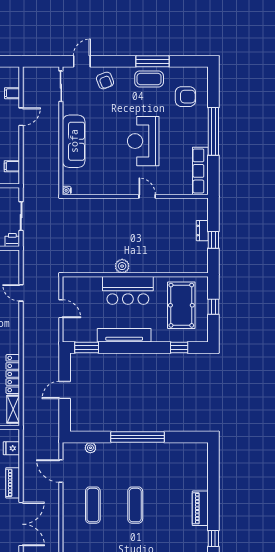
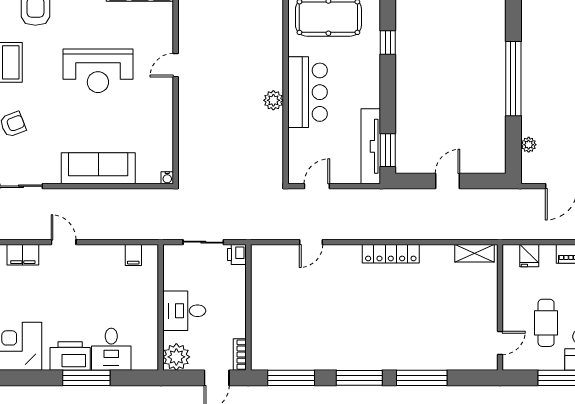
filing cabinet: (12, 93) -> (23, 255), width x2.00
door: (61, 309) -> (317, 186), moved
tv unit: (124, 335) -> (371, 146), moved
window: (179, 347) -> (388, 43), moved
locker: (13, 374) -> (391, 254), moved
door: (65, 390) -> (448, 181), swing flipped

